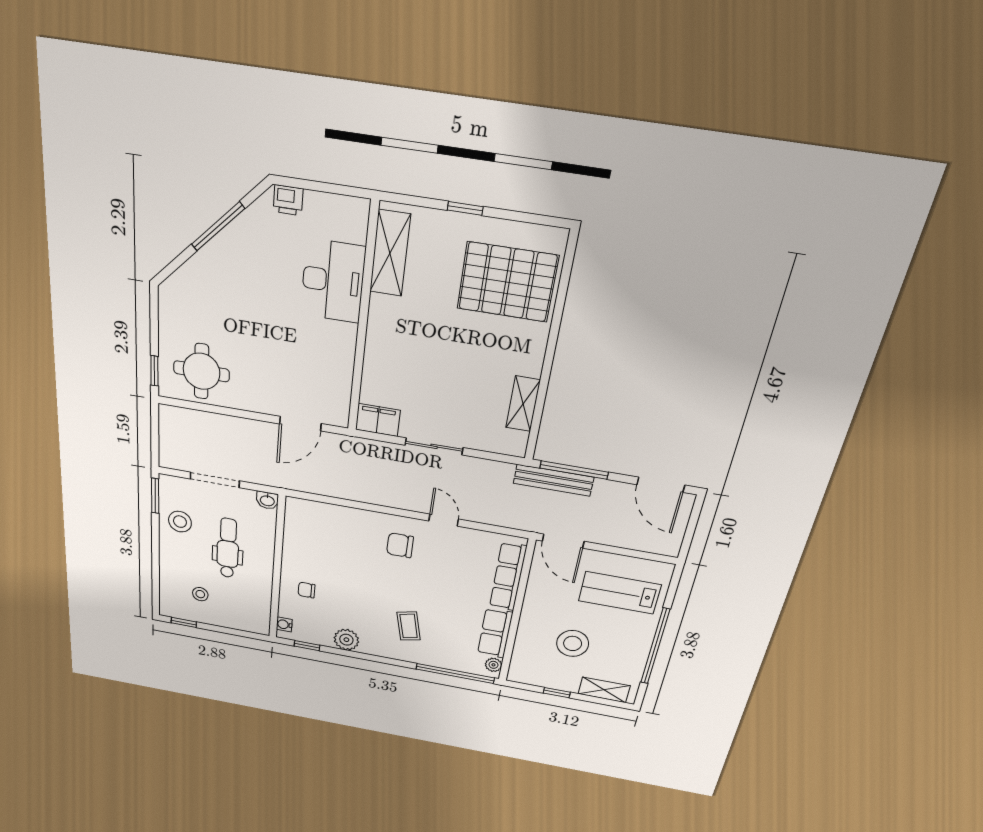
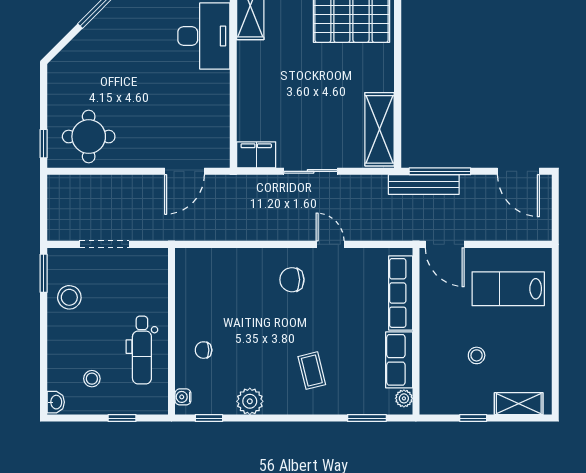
shelving: (523, 404) -> (380, 129), width x1.50, depth x1.33
washbasin: (267, 500) -> (56, 402), moved, turned -90
dental chair: (228, 548) -> (142, 350), moved, turned 180
window: (184, 622) -> (122, 418), moved
stool: (573, 643) -> (477, 355), width x0.53, depth x0.53
window: (655, 646) -> (555, 341), removed
window: (455, 673) -> (367, 418), width x0.47

